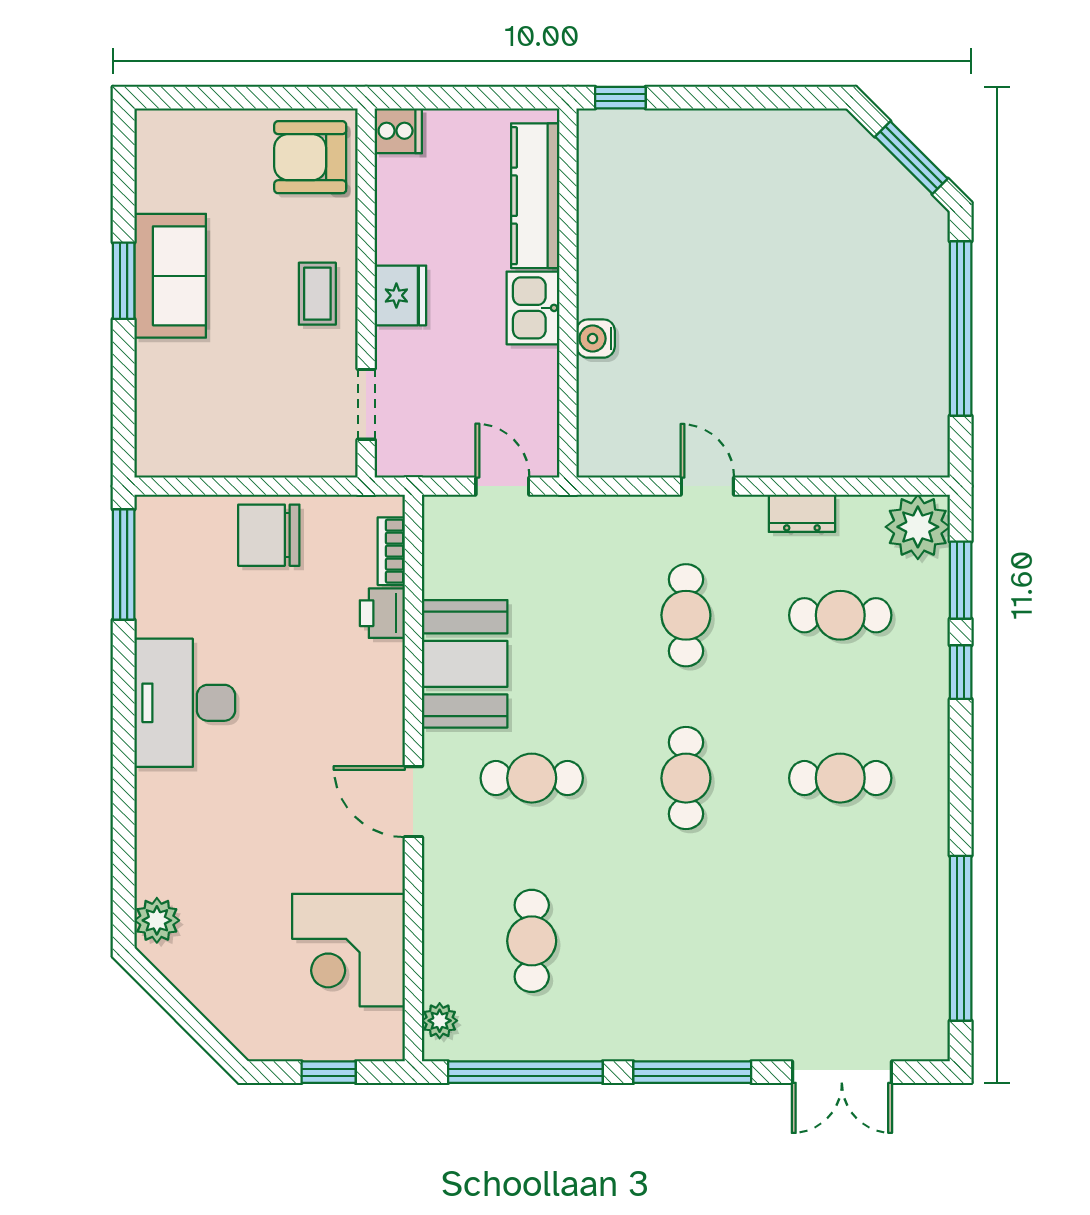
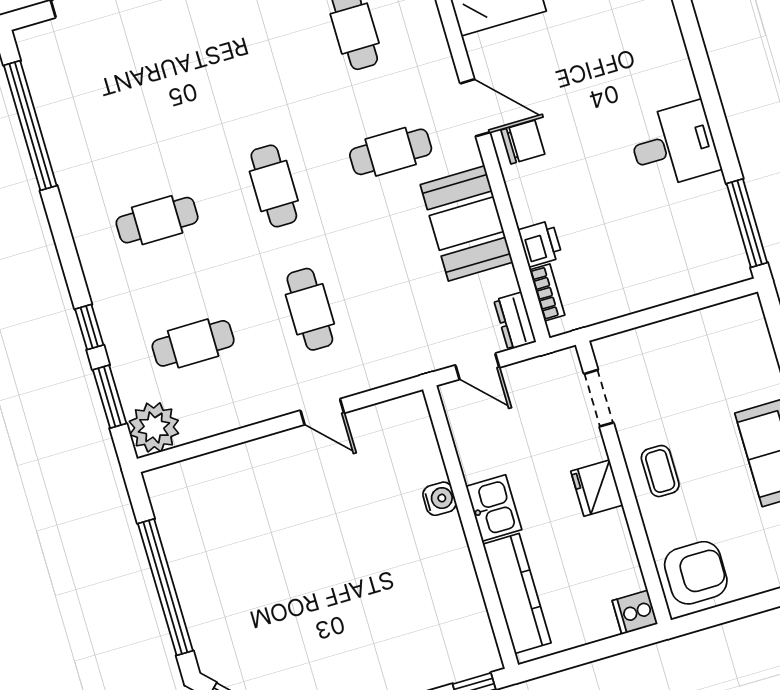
dresser: (802, 513) -> (515, 321), moved, turned -90
chair: (269, 535) -> (523, 142), moved, width x0.73, depth x0.73
desk: (185, 703) -> (674, 145), width x0.73

